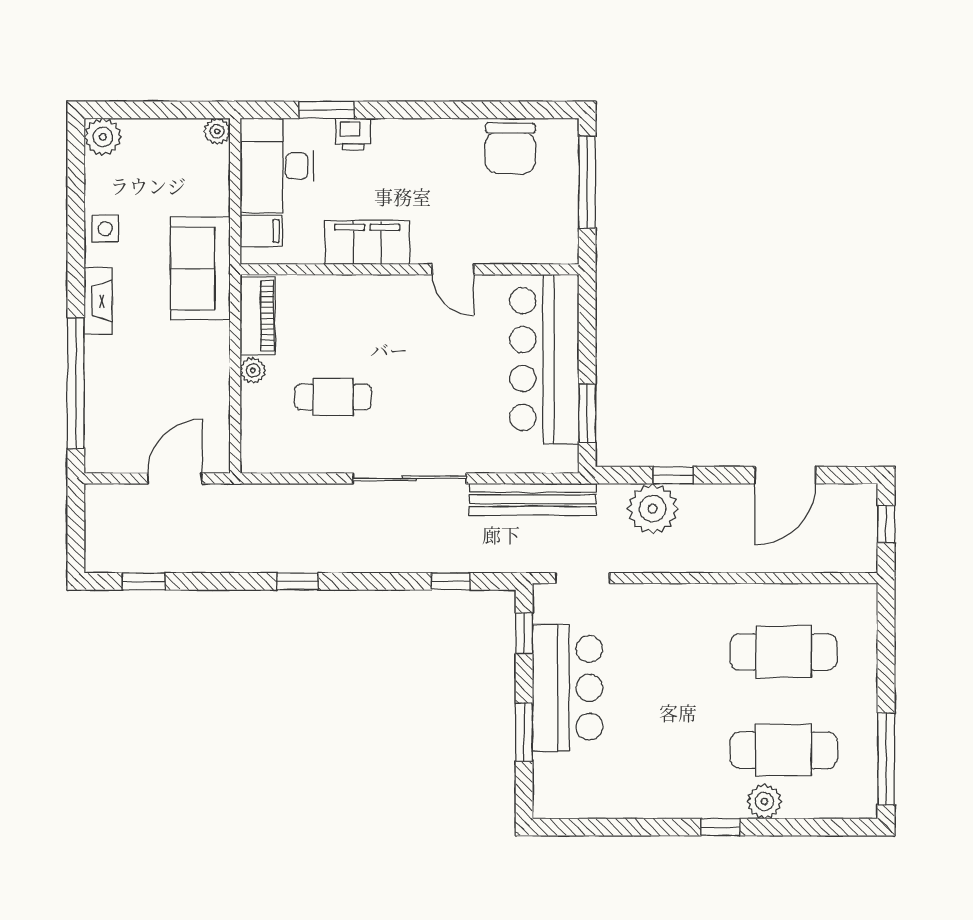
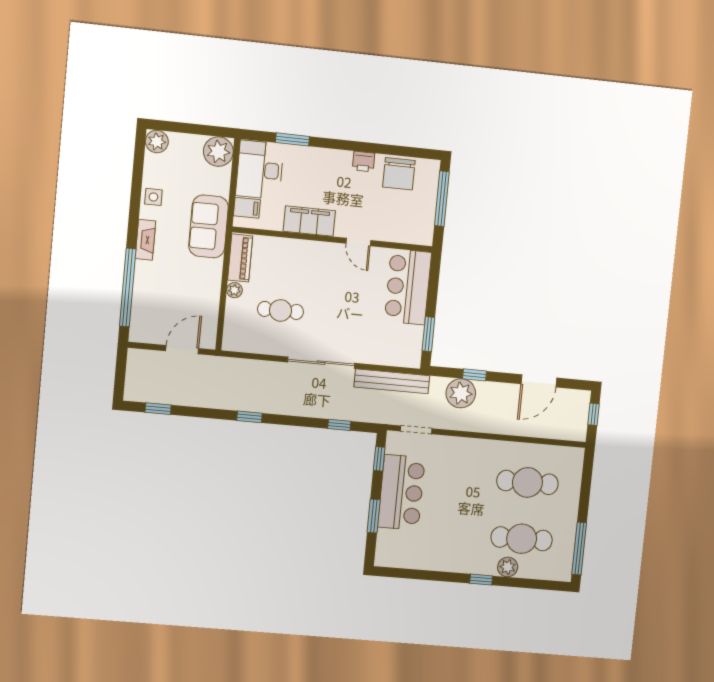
plant: (217, 131) -> (218, 152), width x1.87, depth x1.87
printer: (353, 134) -> (363, 162), moved
bar counter: (544, 359) -> (408, 287), width x0.73

